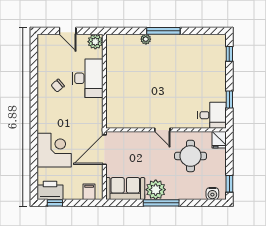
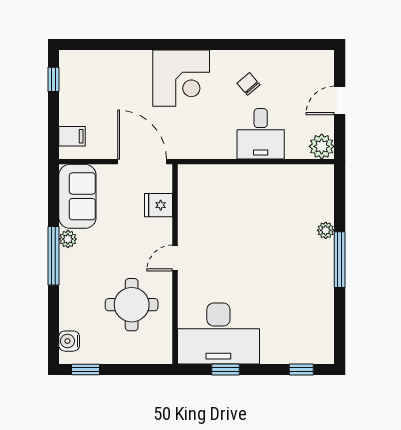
desk: (88, 78) -> (261, 134), width x0.73
desk: (212, 115) -> (218, 333), width x1.87, depth x1.30
fridge: (219, 140) -> (158, 205), moved
corner desk: (54, 150) -> (181, 78), moved
printer: (50, 190) -> (74, 71), removed
plant: (156, 190) -> (68, 239), width x0.53, depth x0.53

